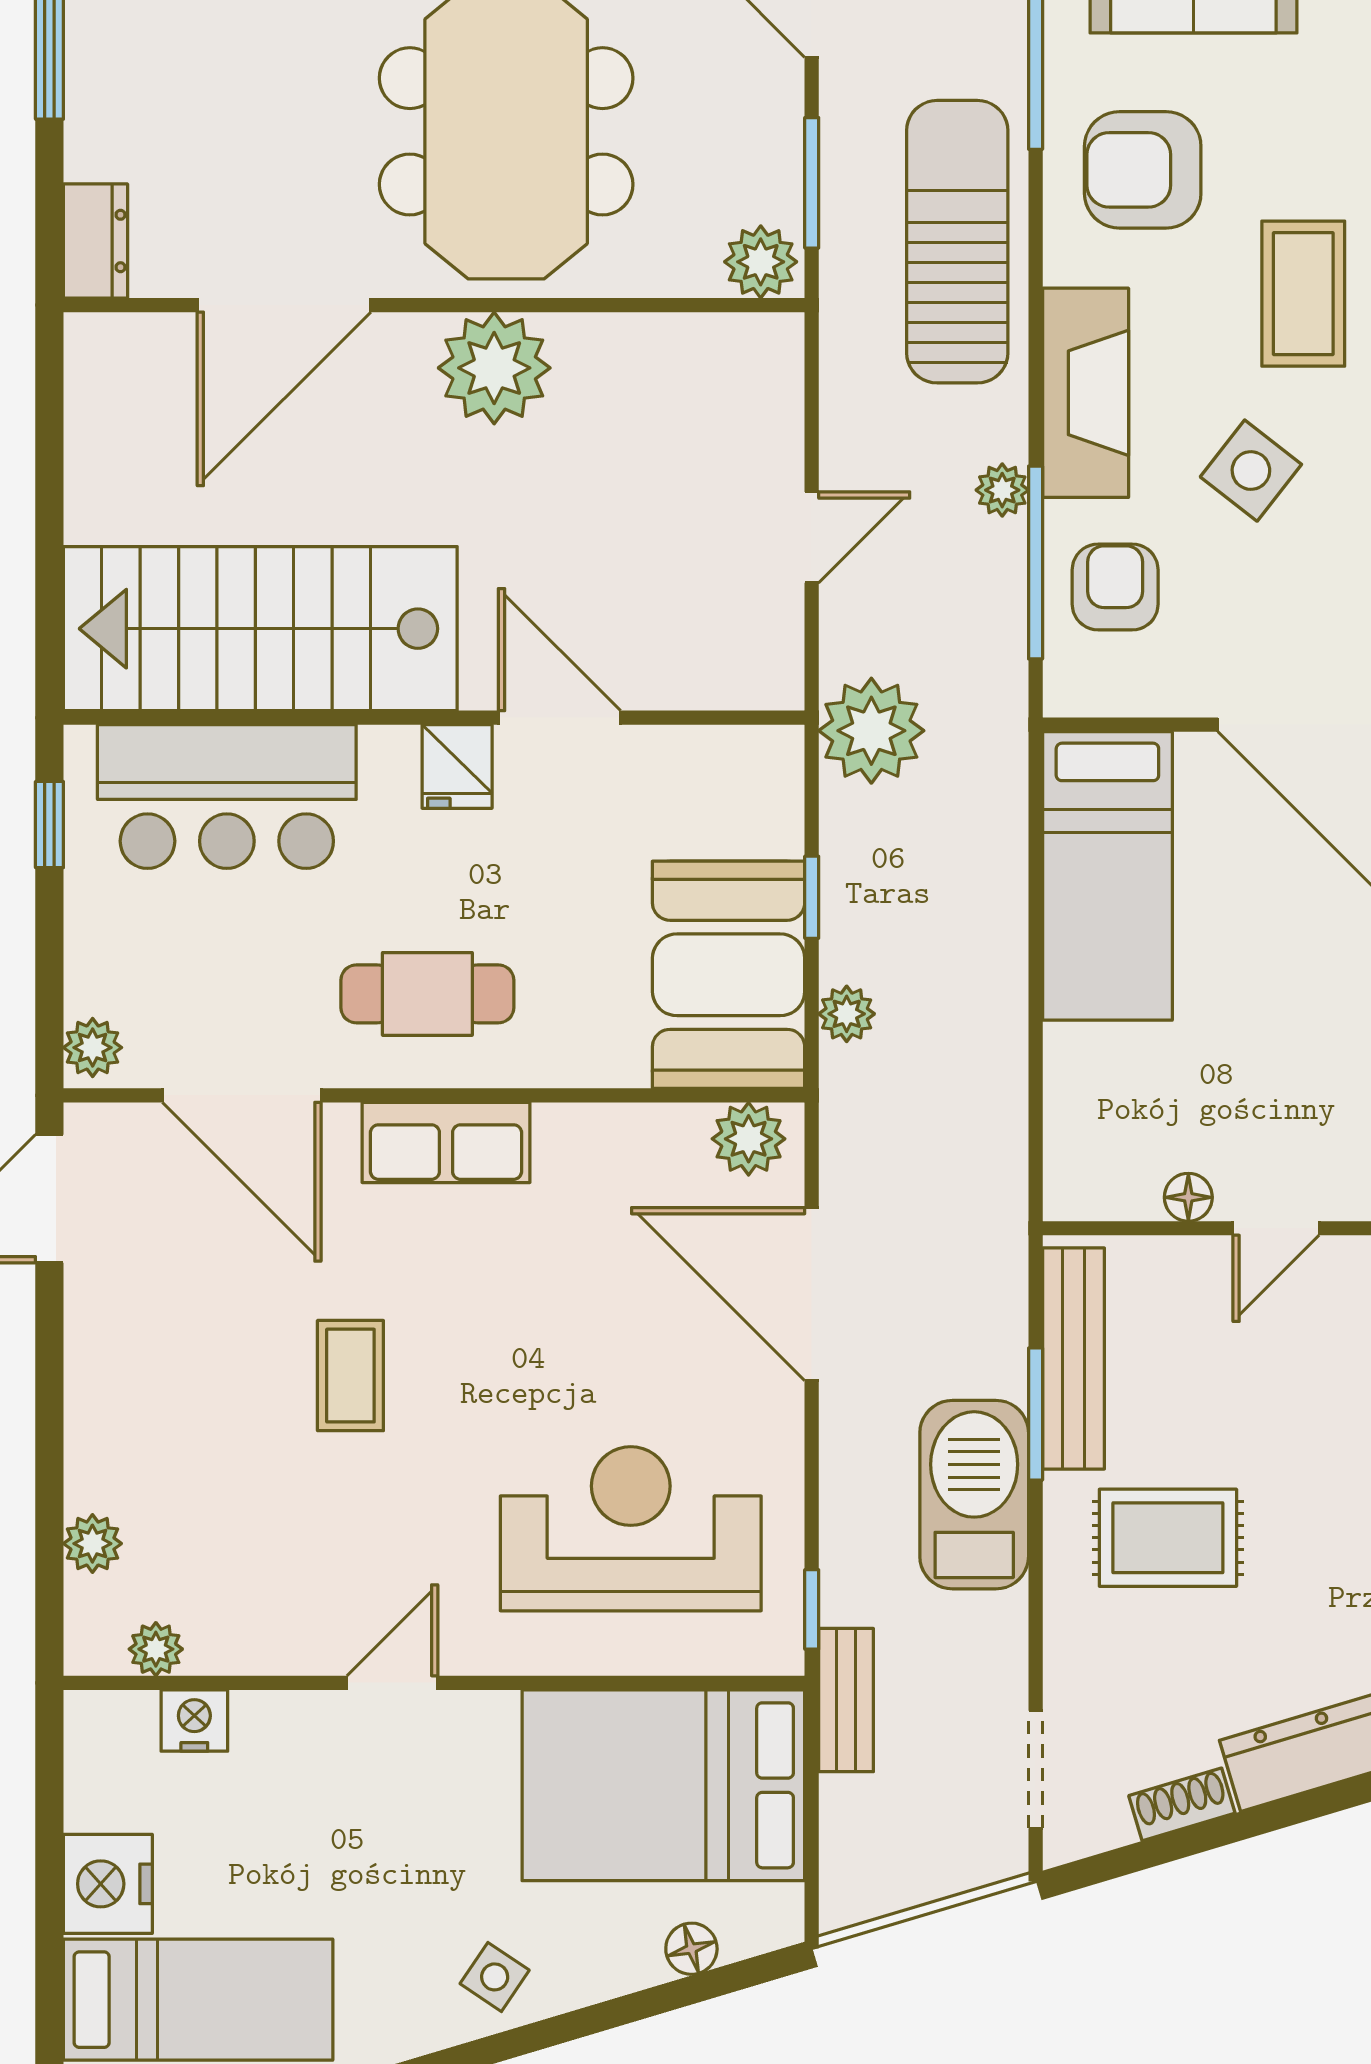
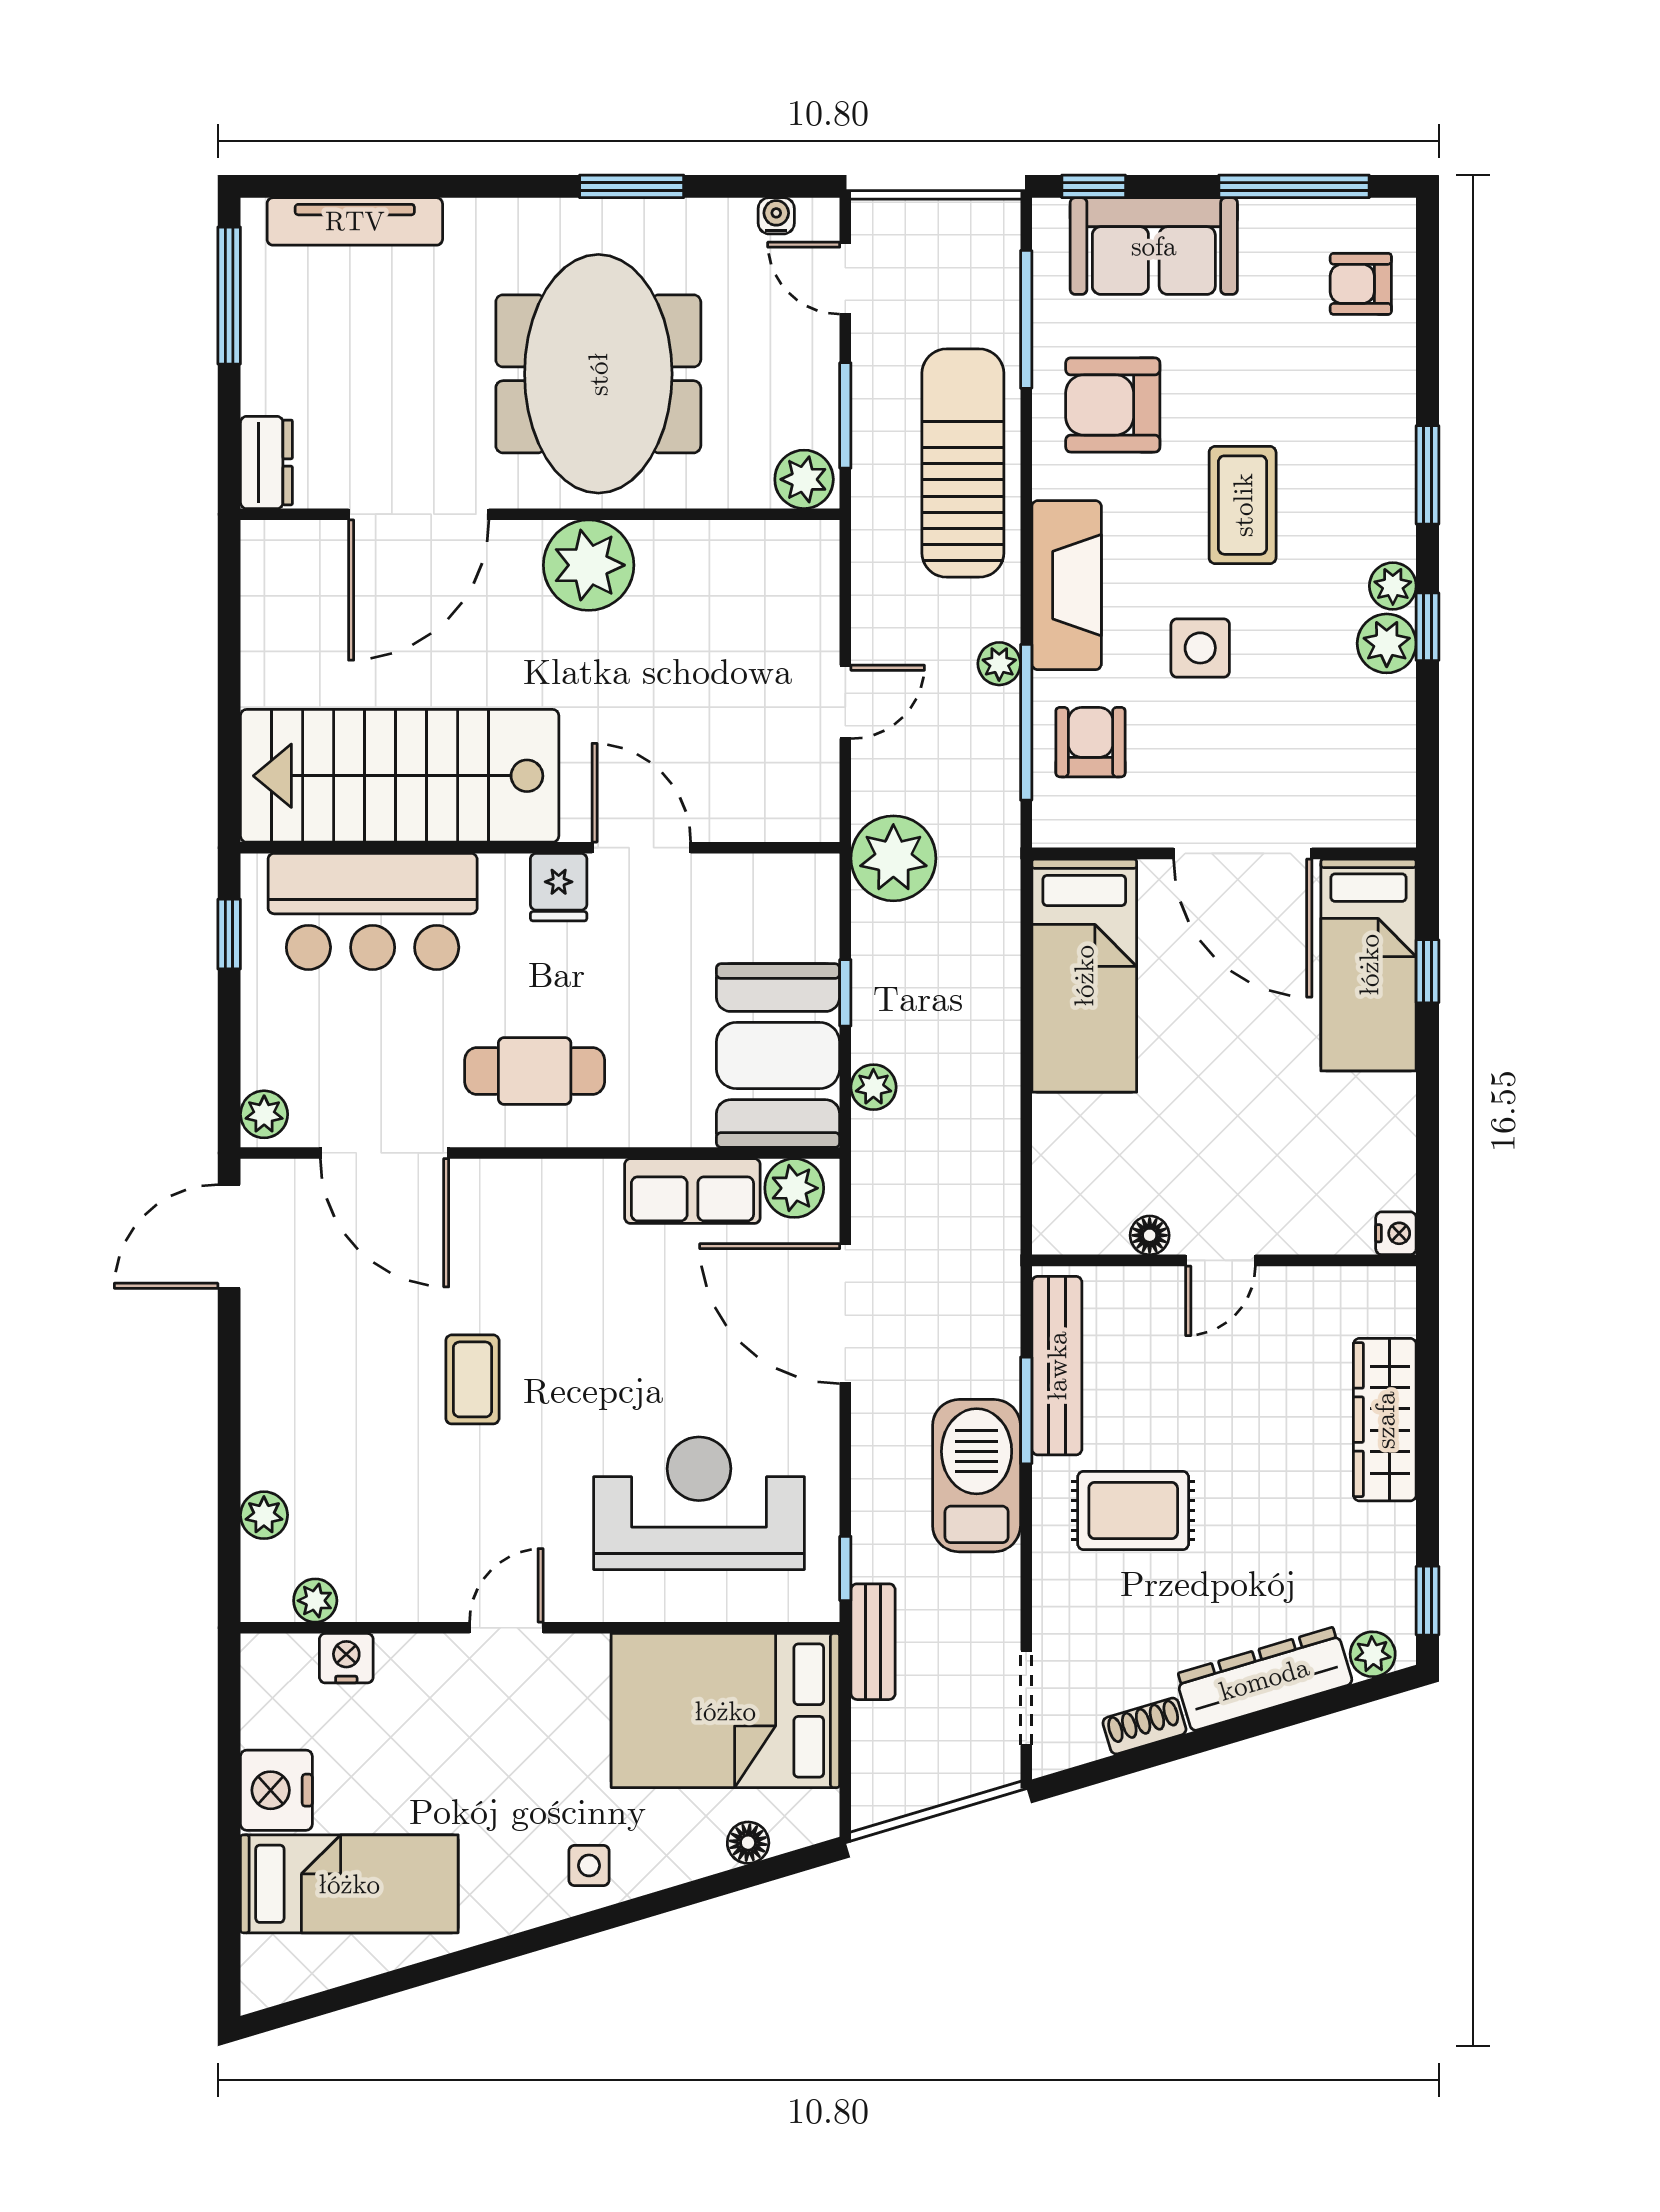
side table: (1251, 471) -> (1200, 648), turned -38
row of seats: (446, 1142) -> (692, 1191), moved
side table: (495, 1977) -> (589, 1865), turned -34

